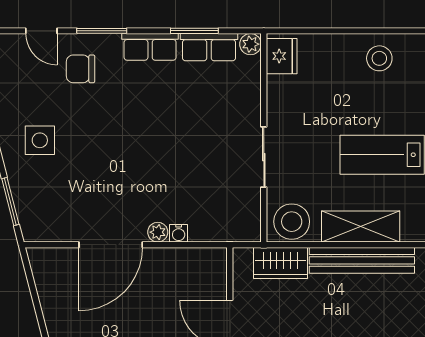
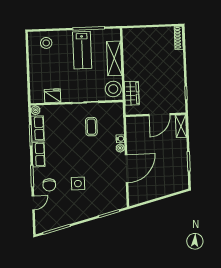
fridge: (282, 56) -> (53, 96), moved
stool: (379, 58) -> (46, 43), moved
side table: (40, 140) -> (78, 184), moved
coffee table: (208, 169) -> (91, 127), added
door: (111, 245) -> (127, 169), hinge flipped
bench: (362, 260) -> (129, 57), removed

